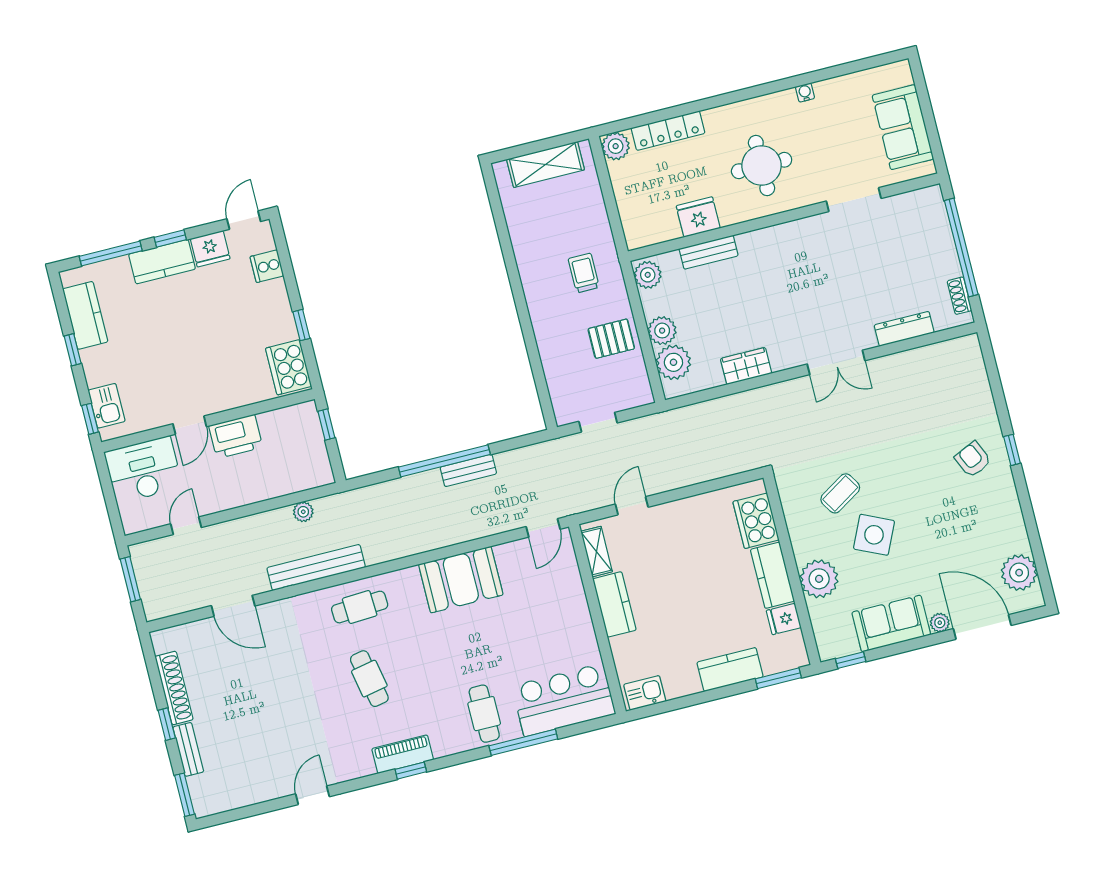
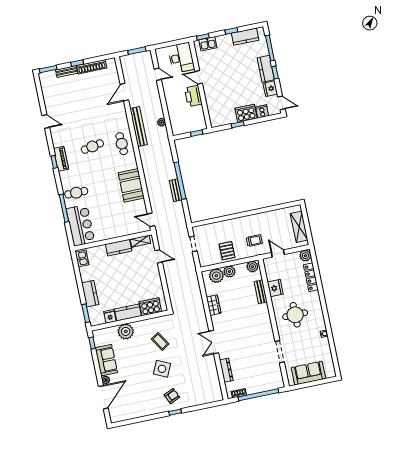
door: (613, 214) -> (278, 253), added
cooker: (289, 367) -> (246, 113), moved
side table: (874, 535) -> (162, 369), moved
plant: (1019, 573) -> (125, 413), removed

